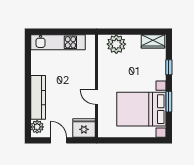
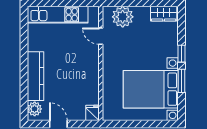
window: (169, 67) -> (181, 54), moved
door: (97, 97) -> (101, 36), moved
fridge: (84, 128) -> (93, 113), width x0.53, depth x0.75

